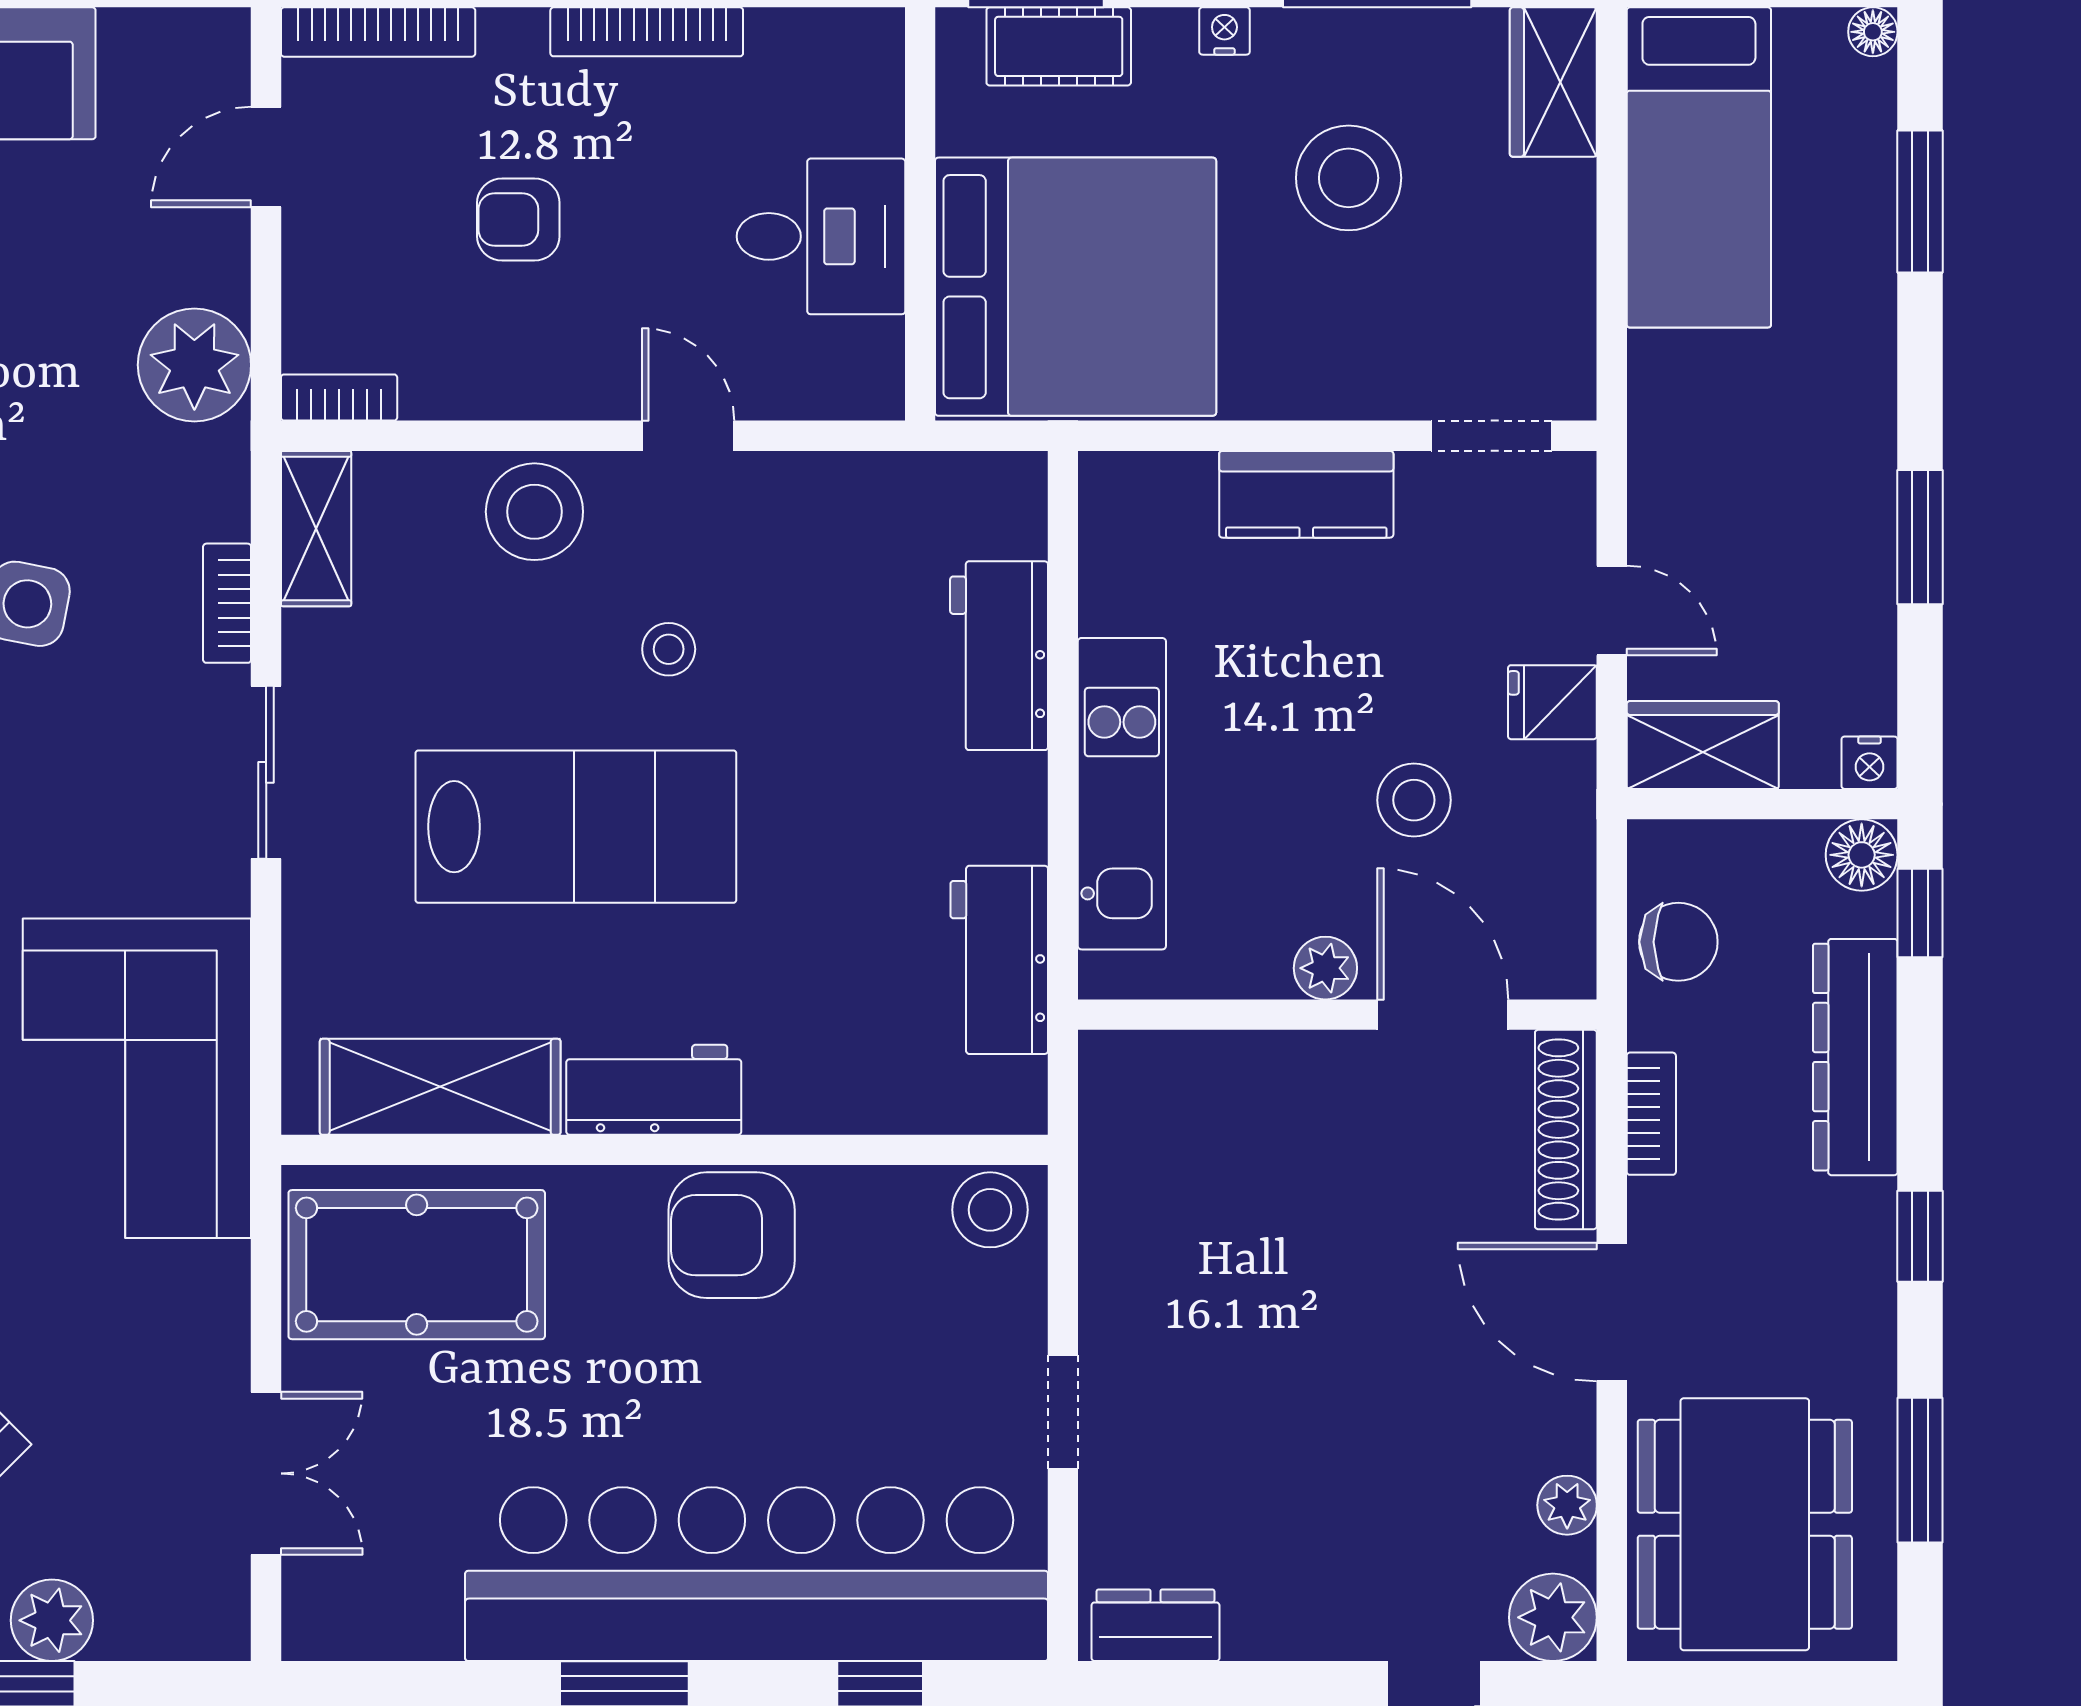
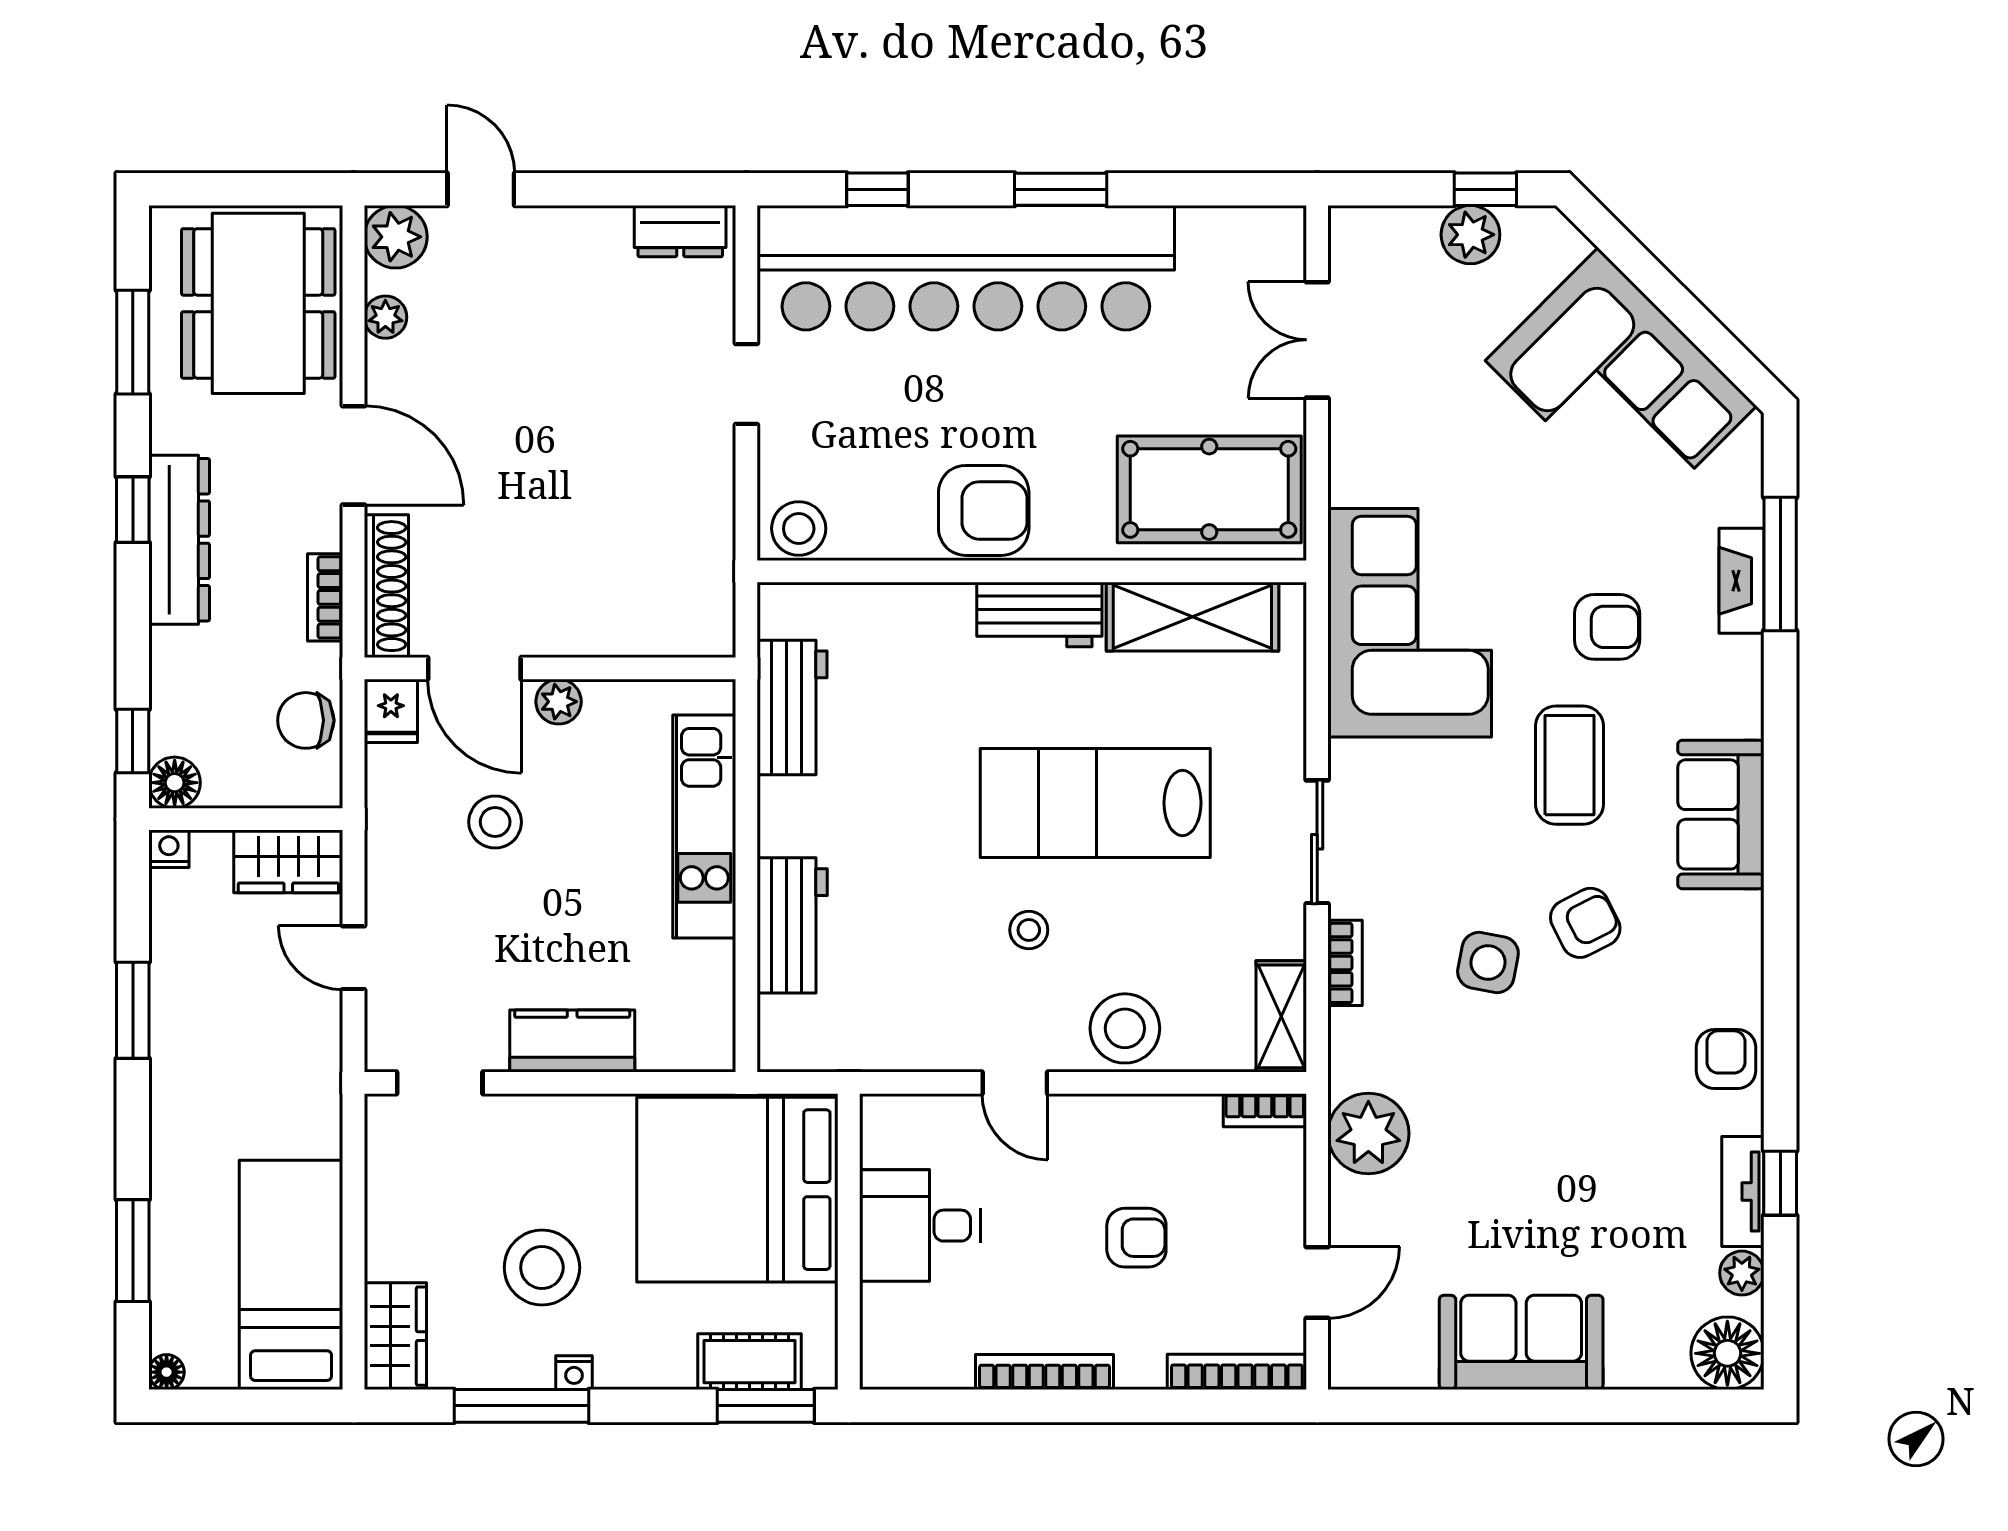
nightstand: (1224, 31) -> (574, 1373), moved
fridge: (1552, 702) -> (391, 711), moved, turned 90
dresser: (1855, 1057) -> (179, 540), moved

